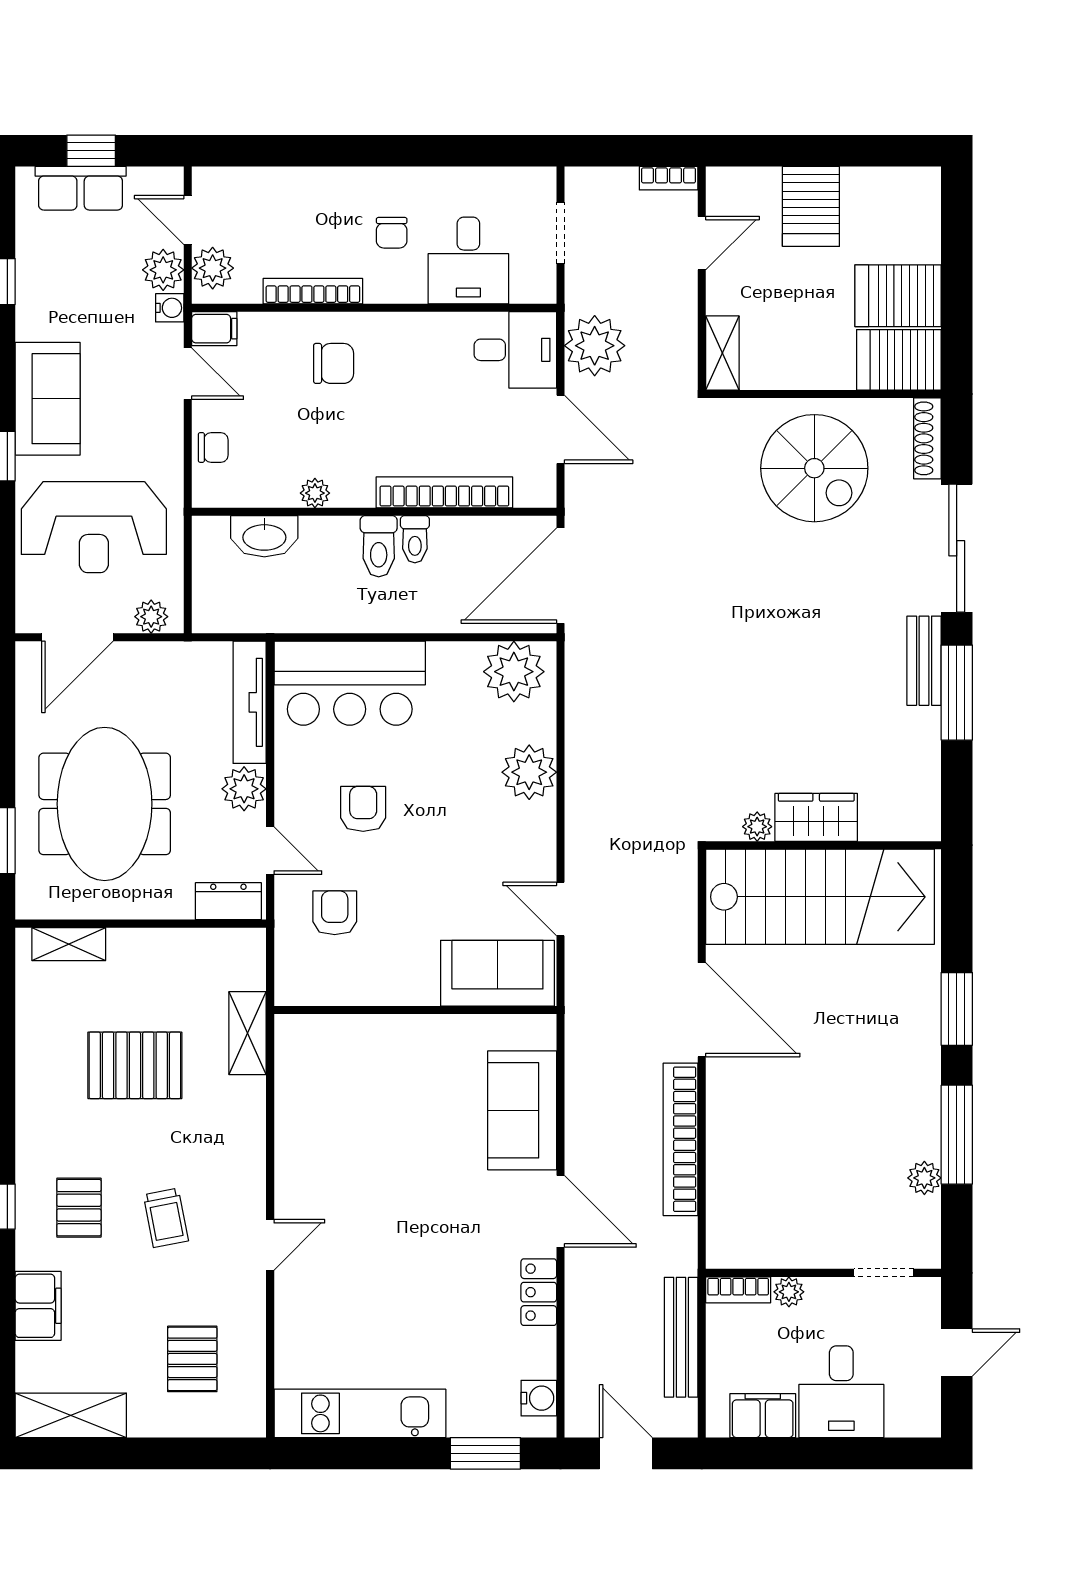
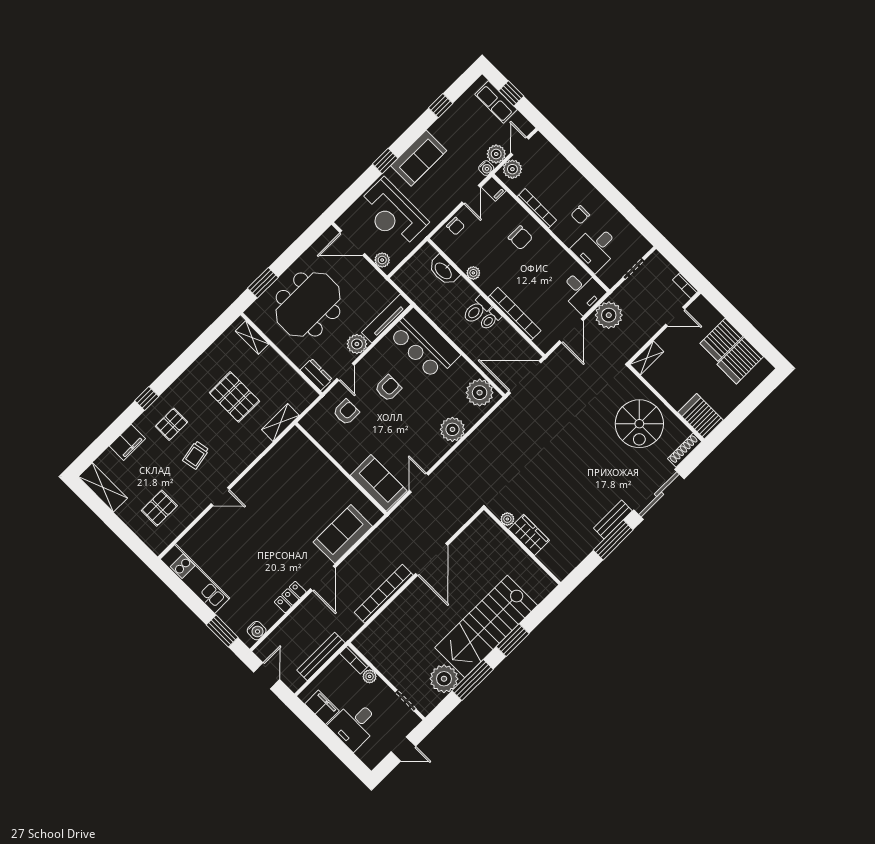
server rack: (898, 296) -> (740, 361), moved, turned -90
stairs: (820, 897) -> (486, 626), moved, turned 90
plant: (924, 1178) -> (444, 679), width x1.87, depth x1.87

